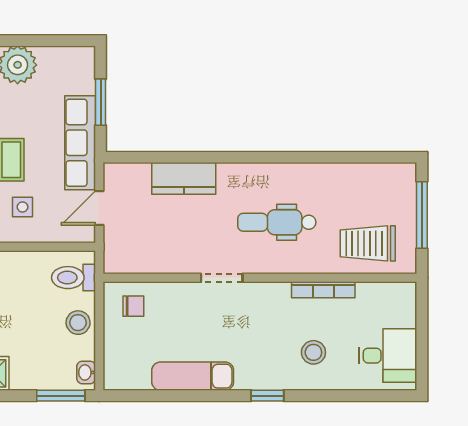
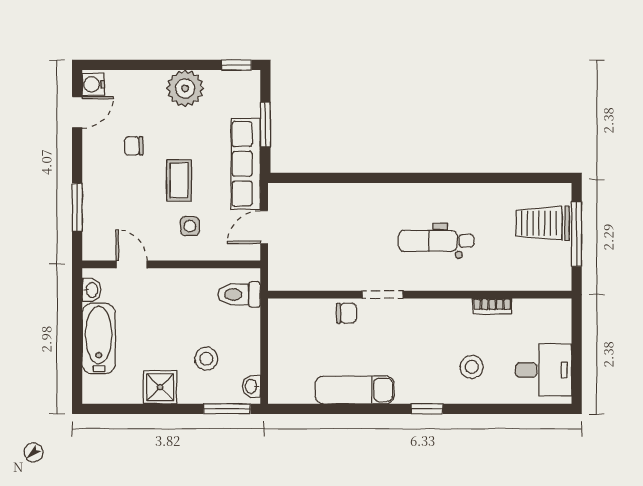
window: (71, 41) -> (236, 65), added
kitchen counter: (184, 178) -> (346, 198), removed
trolley: (368, 243) -> (543, 223), moved
bookcase: (323, 290) -> (492, 306), width x0.64
chair: (133, 306) -> (346, 313), moved
stool: (78, 323) -> (206, 359), moved

